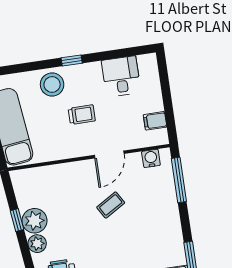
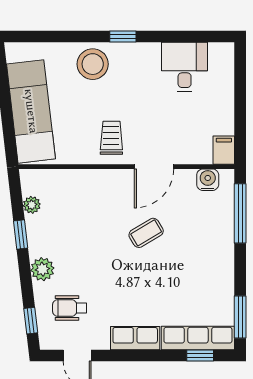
trolley: (82, 115) -> (111, 138), moved, turned -90
filing cabinet: (155, 121) -> (224, 150), moved, turned 90
plant: (34, 221) -> (32, 205), moved, width x0.53, depth x0.53

